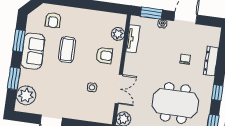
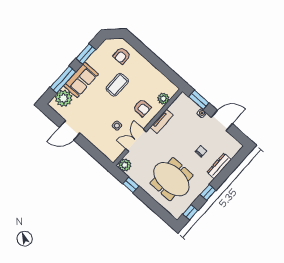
tv unit: (133, 39) -> (162, 121), moved
sofa: (33, 51) -> (81, 80), moved
window: (14, 78) -> (63, 80), width x1.44
double door: (119, 89) -> (136, 140), swing flipped

